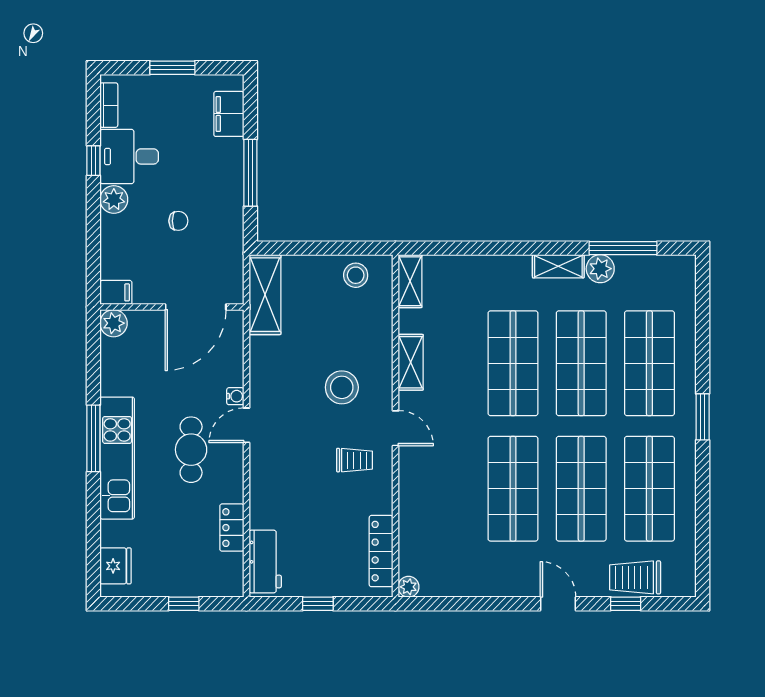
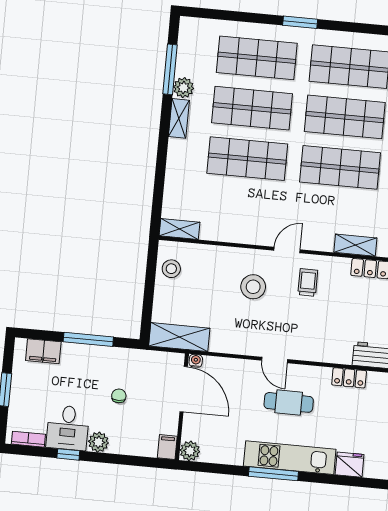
shelving: (411, 362) -> (355, 245), moved
water cooler: (235, 396) -> (196, 361), moved
fridge: (116, 566) -> (350, 465), moved

